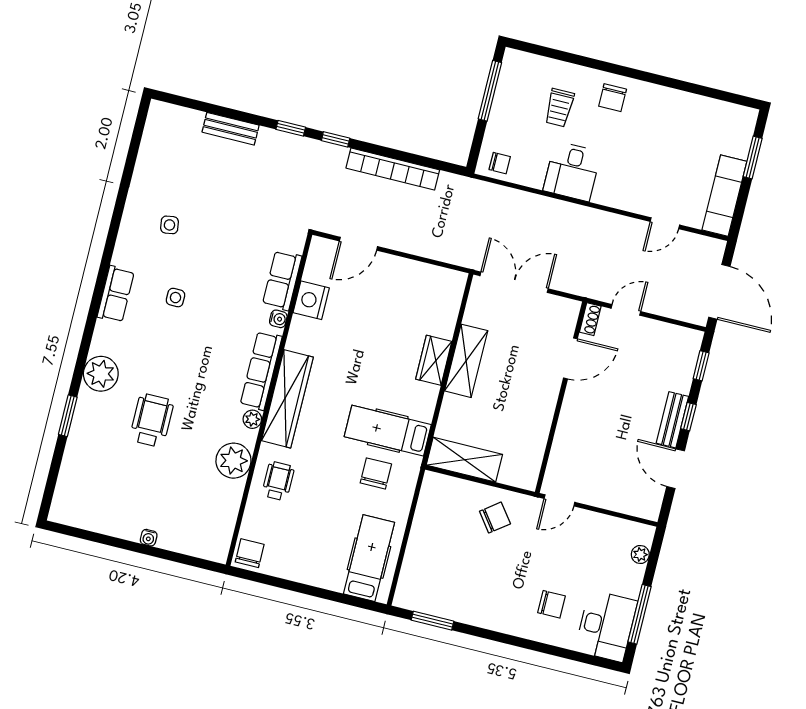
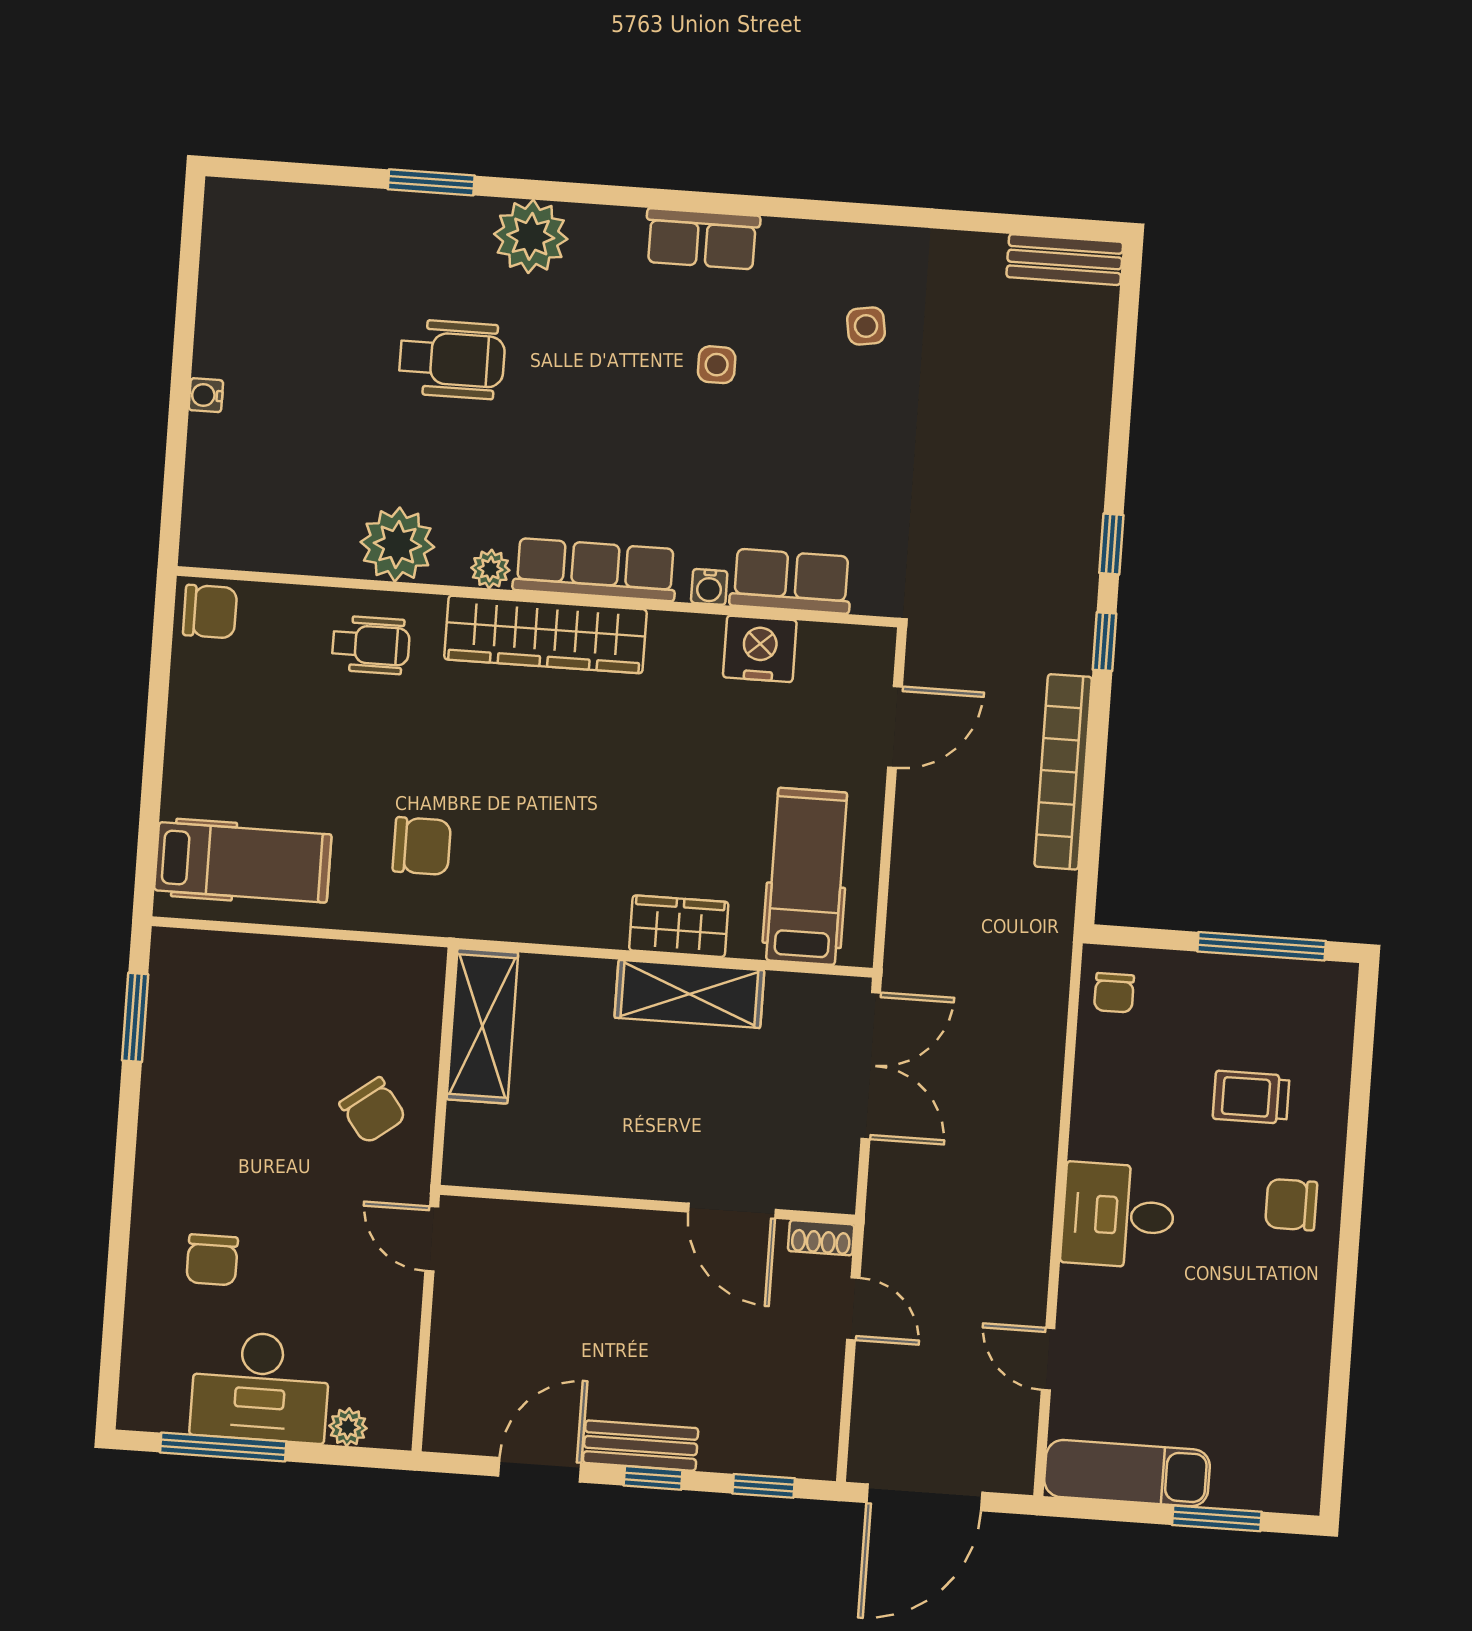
bench: (231, 129) -> (1065, 260), moved, turned 90
desk: (572, 171) -> (1118, 1215), moved
door: (358, 244) -> (895, 727), swing flipped
hospital bed: (388, 431) -> (807, 876), moved
desk: (606, 626) -> (260, 1387), moved

